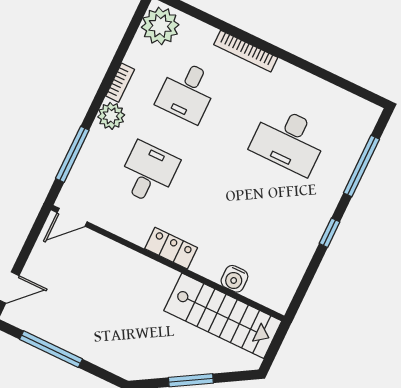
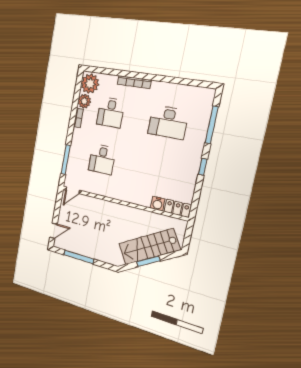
plant: (111, 116) -> (84, 101), moved
desk: (148, 173) -> (102, 159), turned 180
locker: (171, 248) -> (177, 208), moved
stairs: (223, 316) -> (149, 247), moved, turned 149

